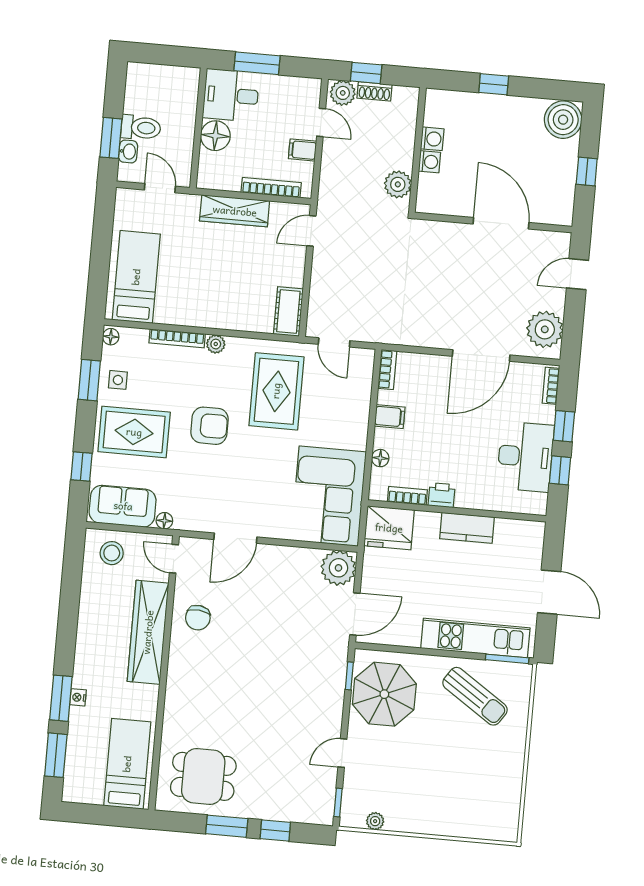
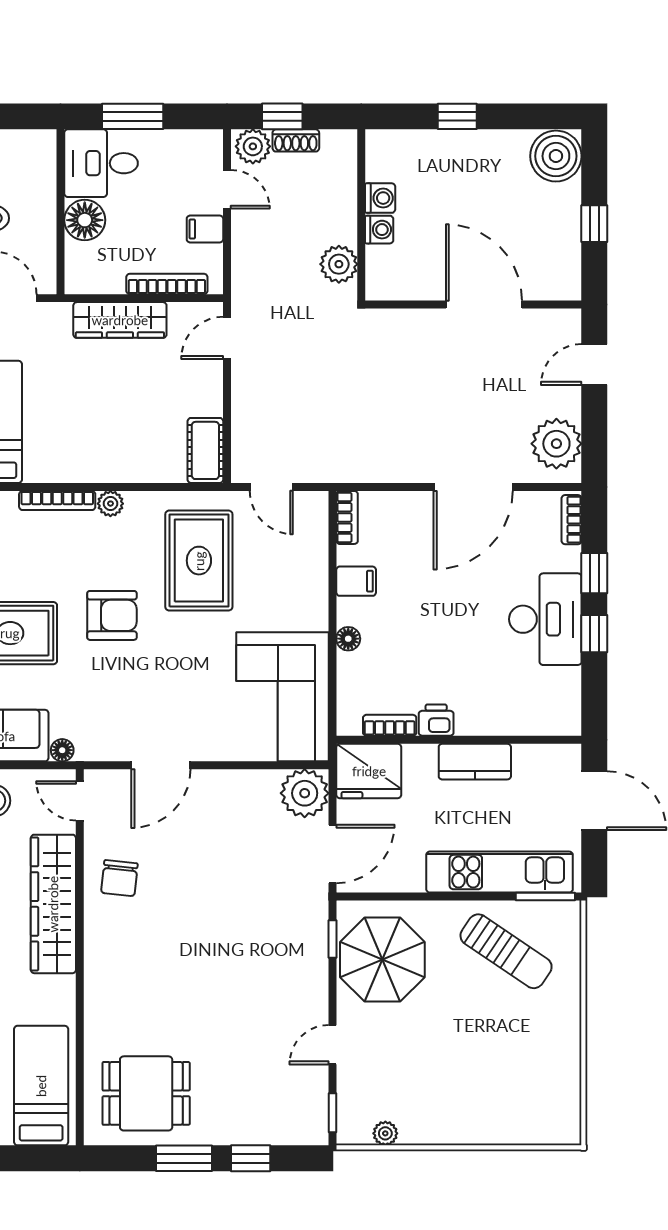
printer: (442, 495) -> (436, 720), moved
bookcase: (407, 496) -> (390, 725), moved
wall: (457, 511) -> (459, 740), moved
fridge: (389, 528) -> (369, 771), moved
kitchen counter: (467, 528) -> (475, 762), moved

